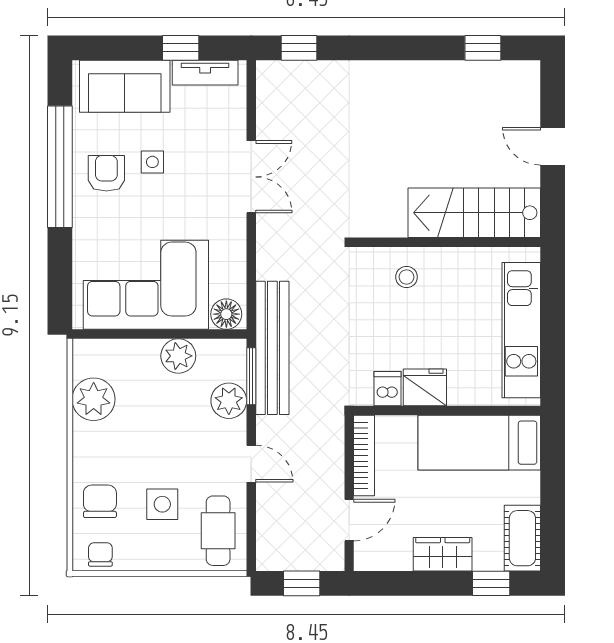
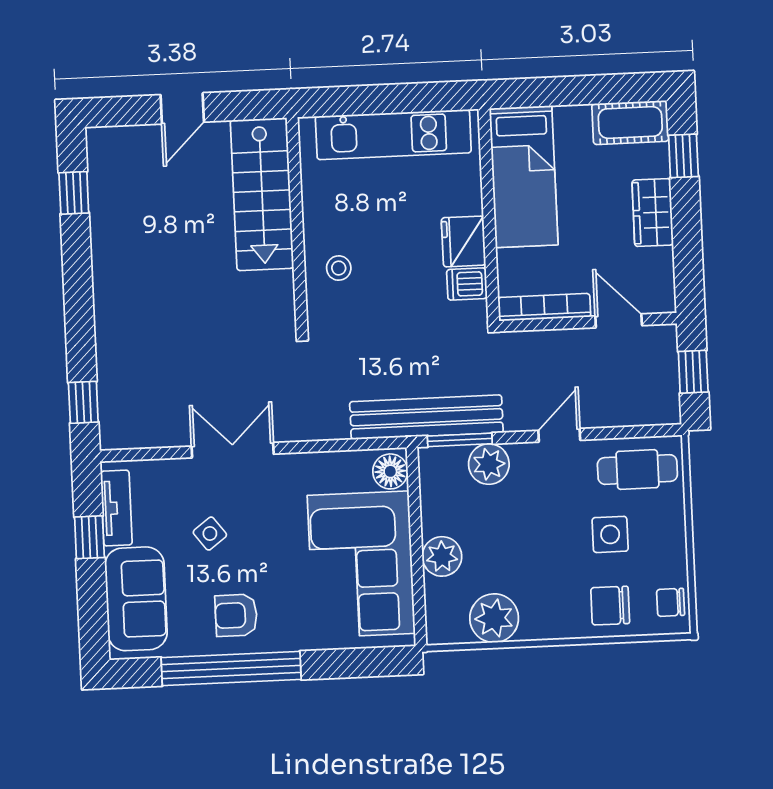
side table: (152, 162) -> (210, 534), moved, turned -37
plant: (178, 356) -> (442, 556), moved

